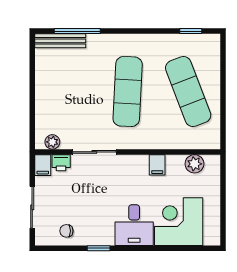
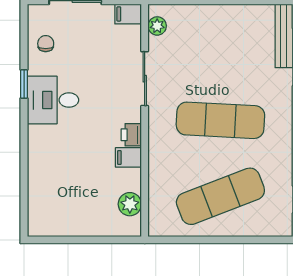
printer: (61, 163) -> (131, 135), moved
corner desk: (179, 222) -> (57, 184), removed
desk: (134, 225) -> (53, 100), moved

